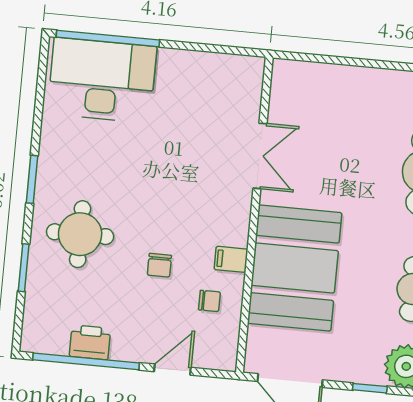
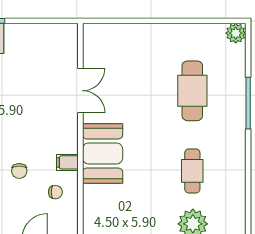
booth: (295, 268) -> (103, 153), width x0.73, depth x0.70

